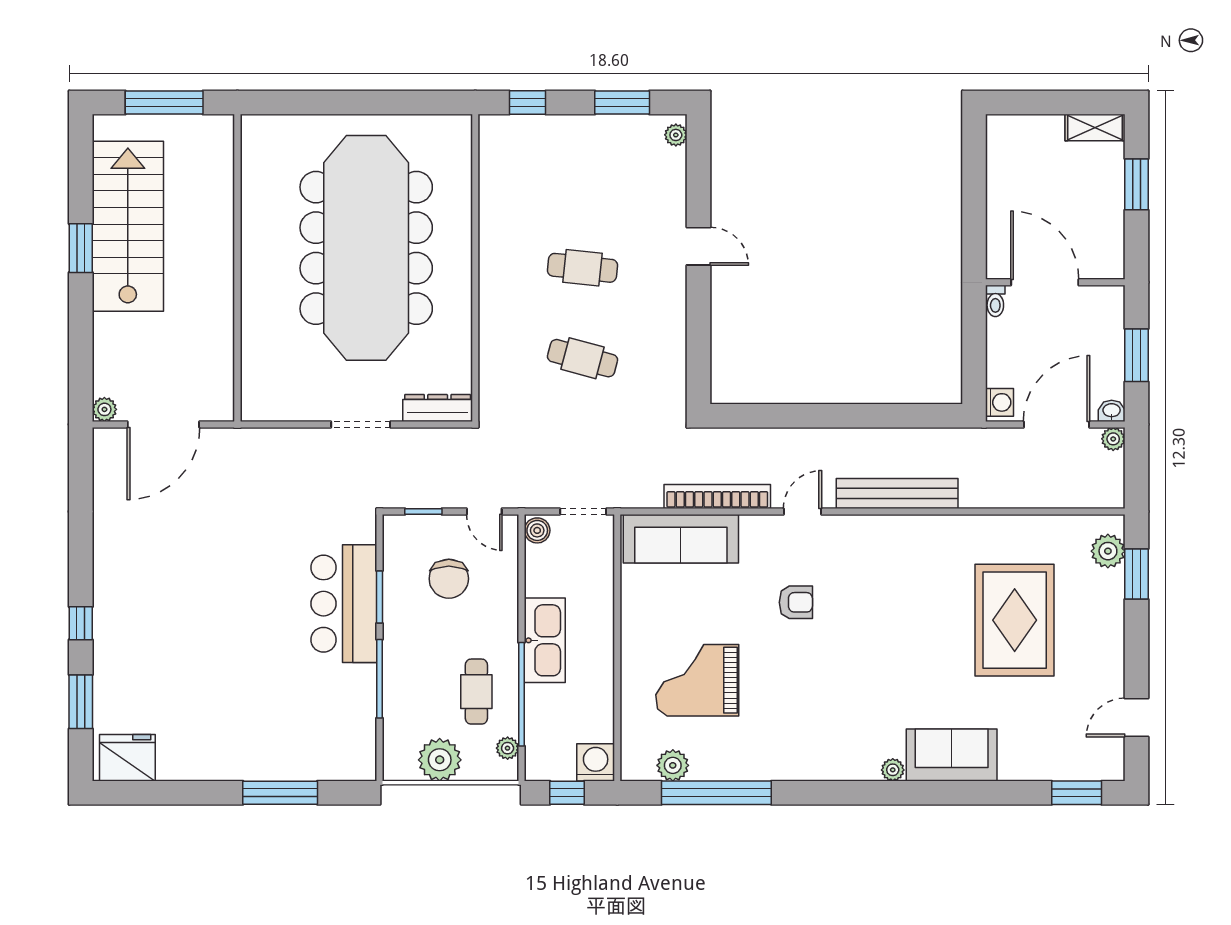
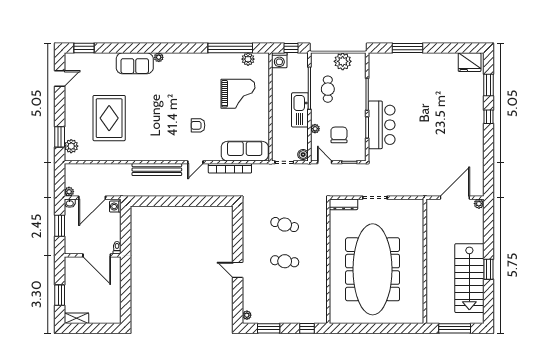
plant: (508, 748) -> (315, 129), moved

